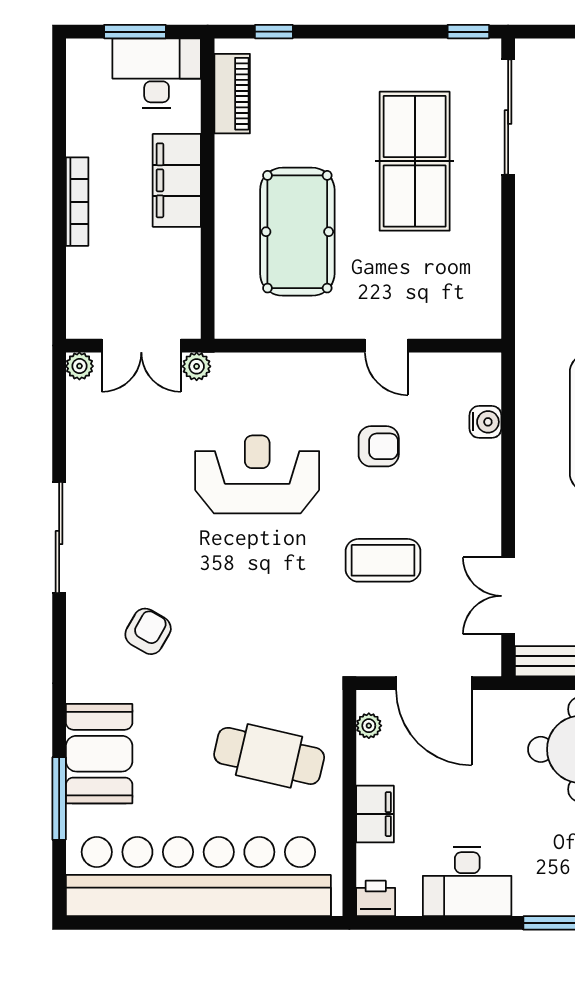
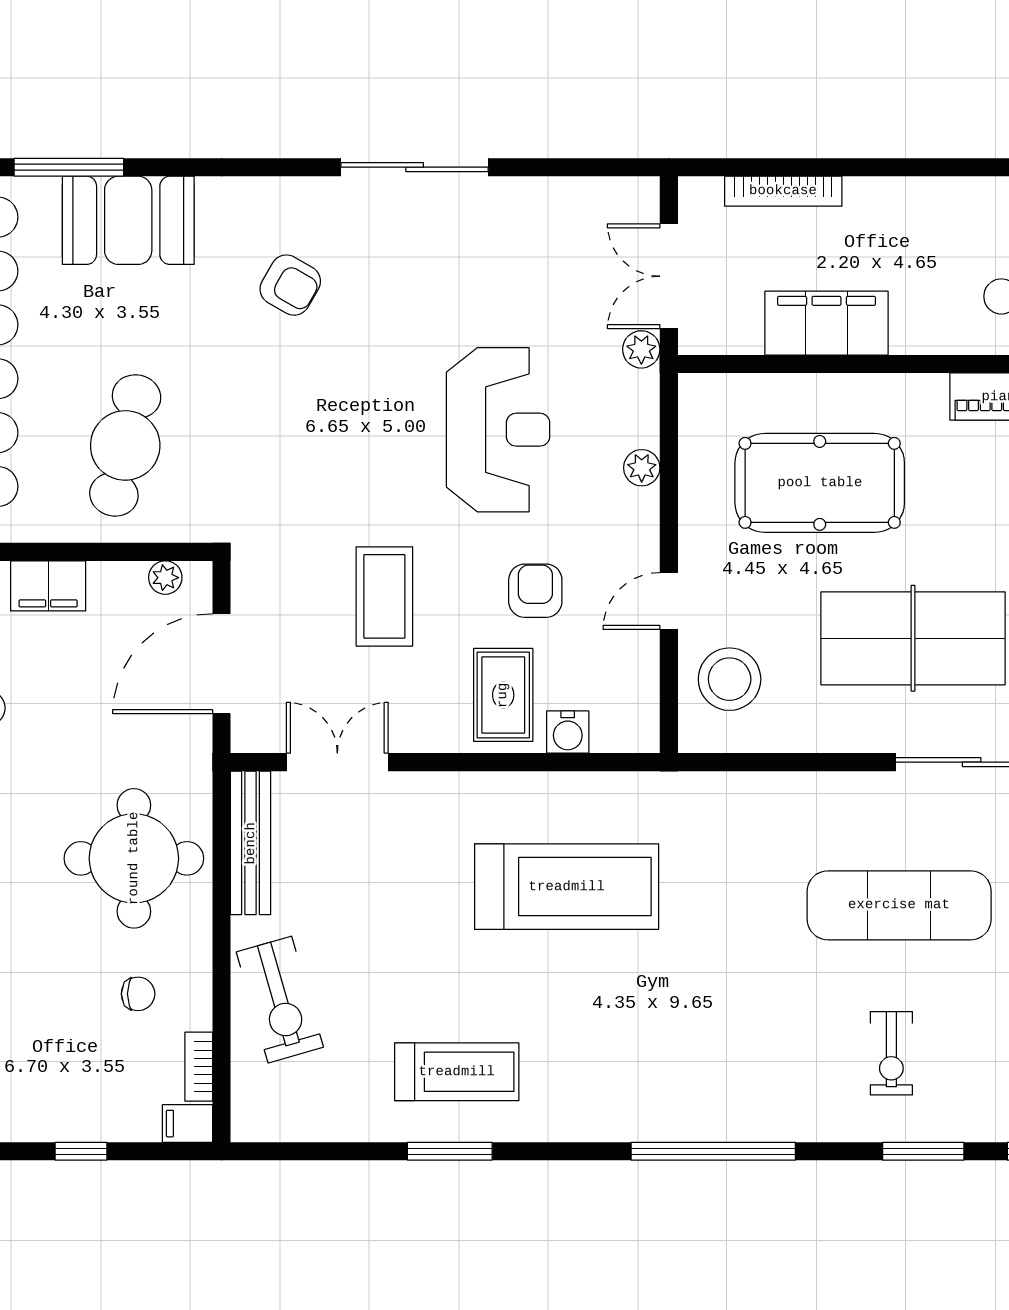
filing cabinet: (177, 180) -> (826, 323), moved
bookcase: (77, 202) -> (783, 191), moved
stool: (445, 300) -> (730, 679), added
plant: (79, 366) -> (642, 468), moved
armchair: (379, 446) -> (535, 591), turned 180
rug: (457, 471) -> (503, 695), added

